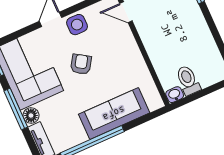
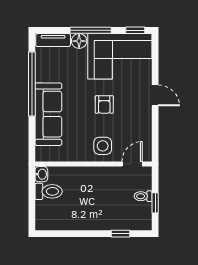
side table: (77, 25) -> (103, 146), moved
armchair: (81, 64) -> (104, 105), turned 57

